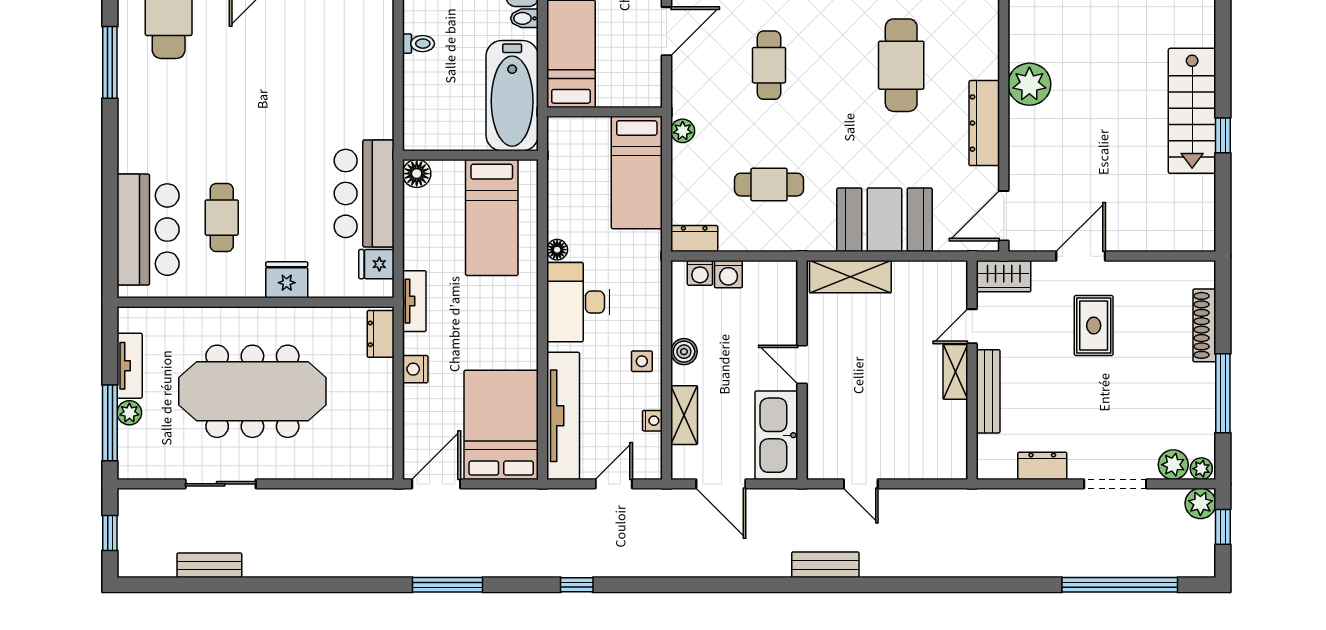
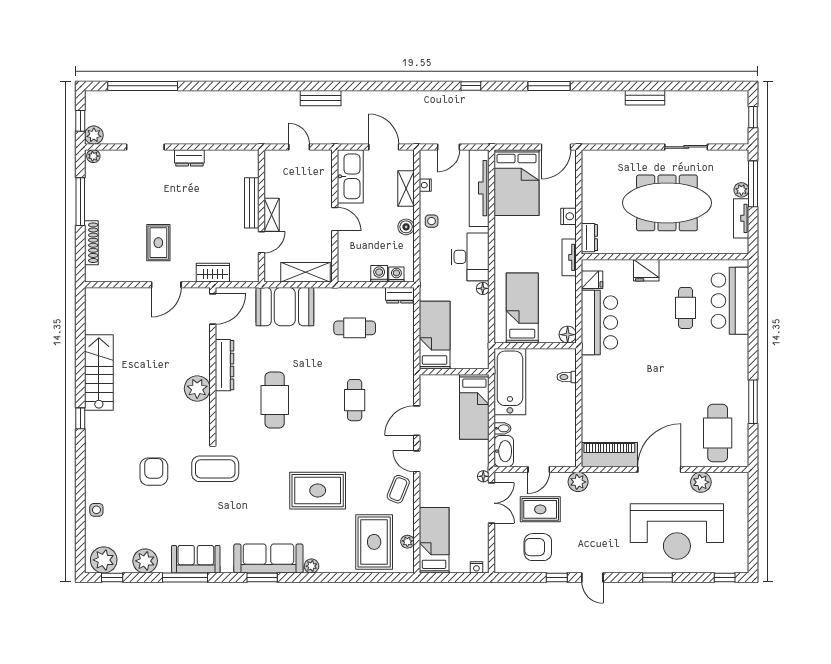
toilet: (418, 44) -> (567, 377), moved
plant: (683, 131) -> (407, 360), removed
window: (1223, 135) -> (80, 418), moved
door: (972, 326) -> (262, 242), moved
wall: (972, 370) -> (262, 216), moved
shelving: (955, 372) -> (272, 215), moved
bench: (988, 391) -> (252, 203), moved
plant: (1173, 465) -> (110, 159), removed
bench: (209, 565) -> (645, 98), moved

